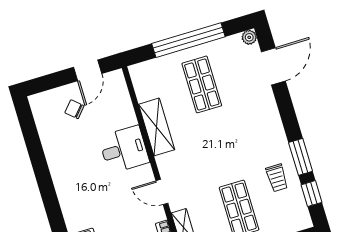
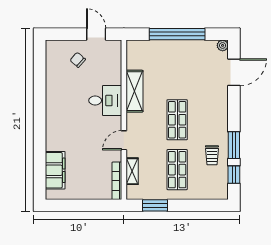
door: (88, 70) -> (96, 34), swing flipped
shop shelf: (202, 84) -> (177, 120), moved
door: (162, 192) -> (124, 140), hinge flipped

